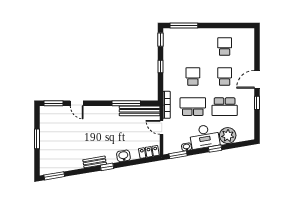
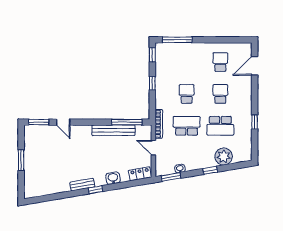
door: (257, 79) -> (255, 66), moved
window: (126, 103) -> (127, 122), moved
bench: (140, 111) -> (114, 130), moved
desk: (205, 136) -> (199, 157), removed
window: (54, 176) -> (40, 199), removed

